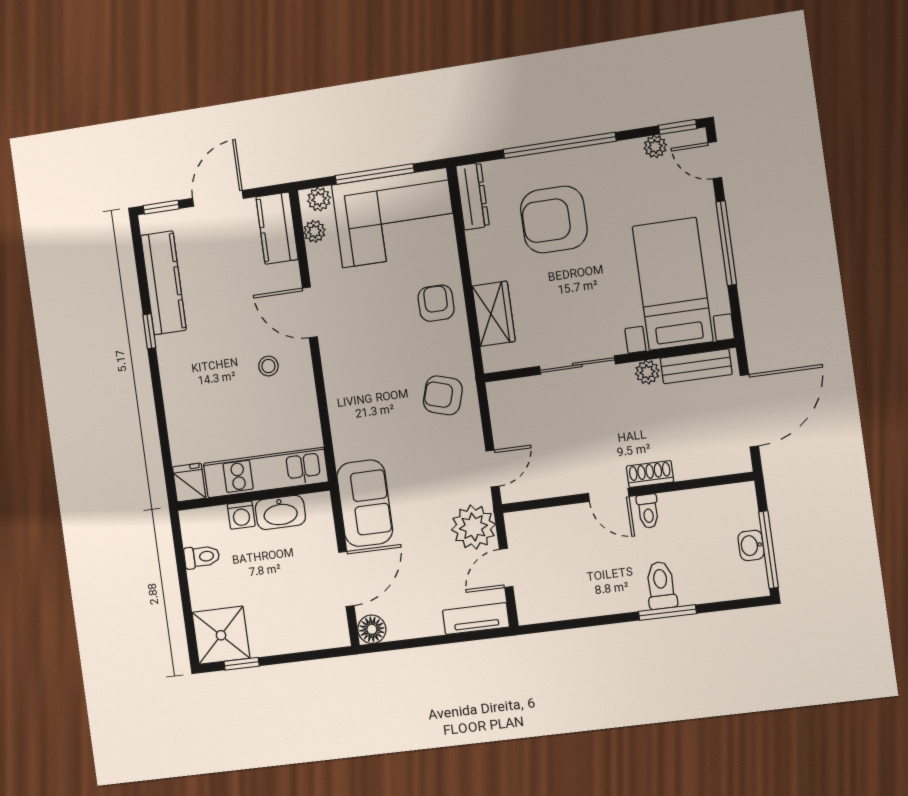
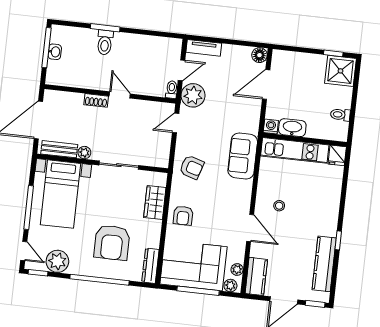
plant: (655, 147) -> (57, 261), width x1.87, depth x1.87
armchair: (554, 220) -> (112, 243), turned 90
sofa: (365, 503) -> (243, 156), moved
toilet: (648, 511) -> (172, 90), moved
washing machine: (241, 515) -> (271, 127), moved

